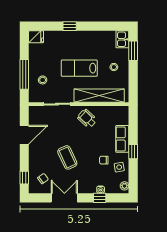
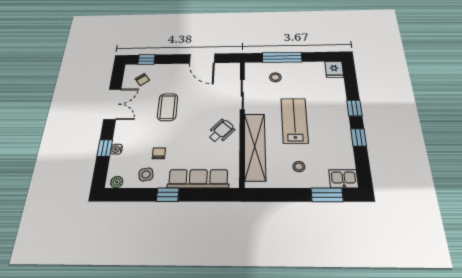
window: (93, 26) -> (359, 137), added
row of seats: (122, 139) -> (198, 179), width x1.48
coffee table: (67, 157) -> (168, 107), turned -65

